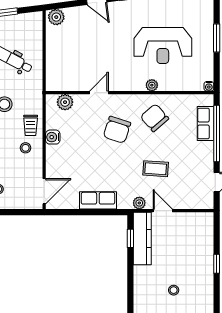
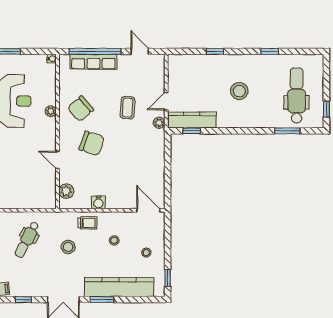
row of seats: (205, 123) -> (93, 62), width x1.48
stool: (26, 148) -> (114, 240), moved
row of seats: (98, 200) -> (157, 161), removed
stool: (174, 290) -> (239, 91), width x1.89, depth x1.89

